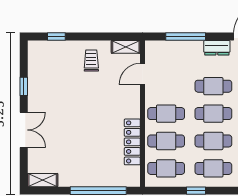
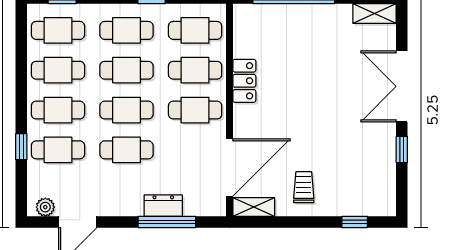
dresser: (217, 48) -> (163, 206), moved
trolley: (91, 61) -> (304, 187), turned 180
door: (142, 74) -> (229, 168), width x1.87
double door: (24, 130) -> (402, 86), width x1.37
locker: (132, 142) -> (244, 81), width x0.66

